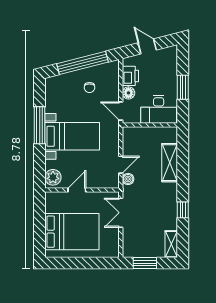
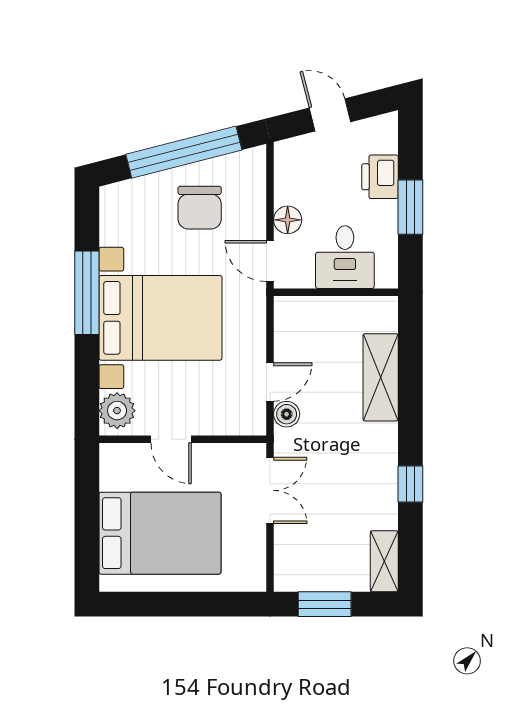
printer: (130, 76) -> (380, 177), moved, turned 180
chair: (89, 87) -> (200, 208), width x1.87, depth x1.87
desk: (159, 109) -> (345, 257), width x0.73
bed with nightstands: (72, 136) -> (160, 318), width x1.36
door: (77, 190) -> (171, 439), swing flipped
double door: (121, 213) -> (270, 490), swing flipped

